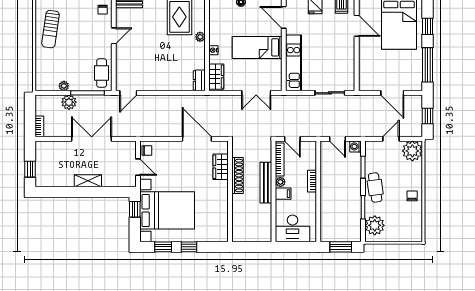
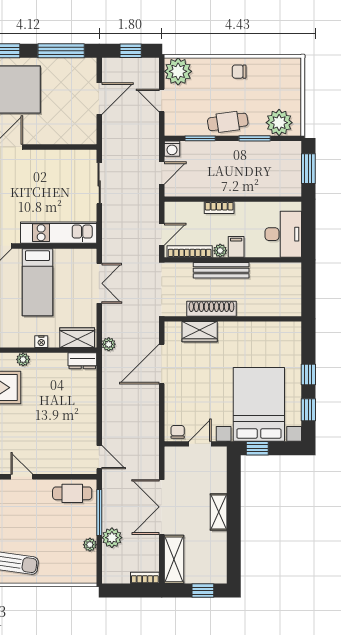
plant: (211, 100) -> (109, 344), added
shelving: (53, 148) -> (174, 559), added

